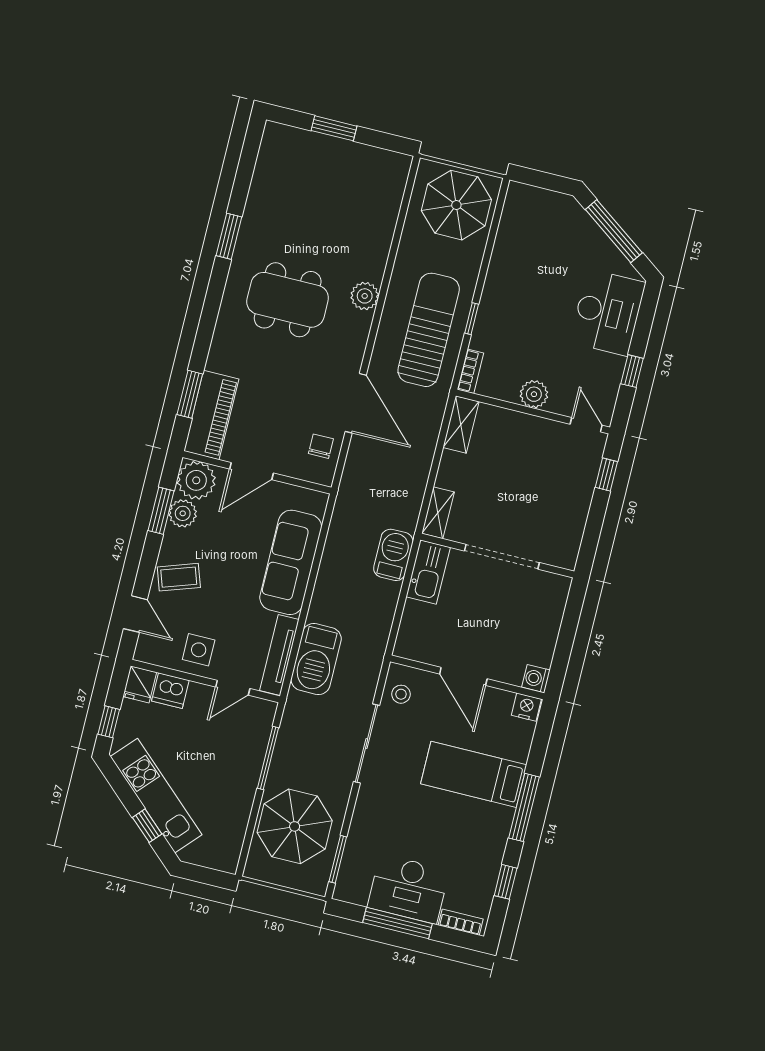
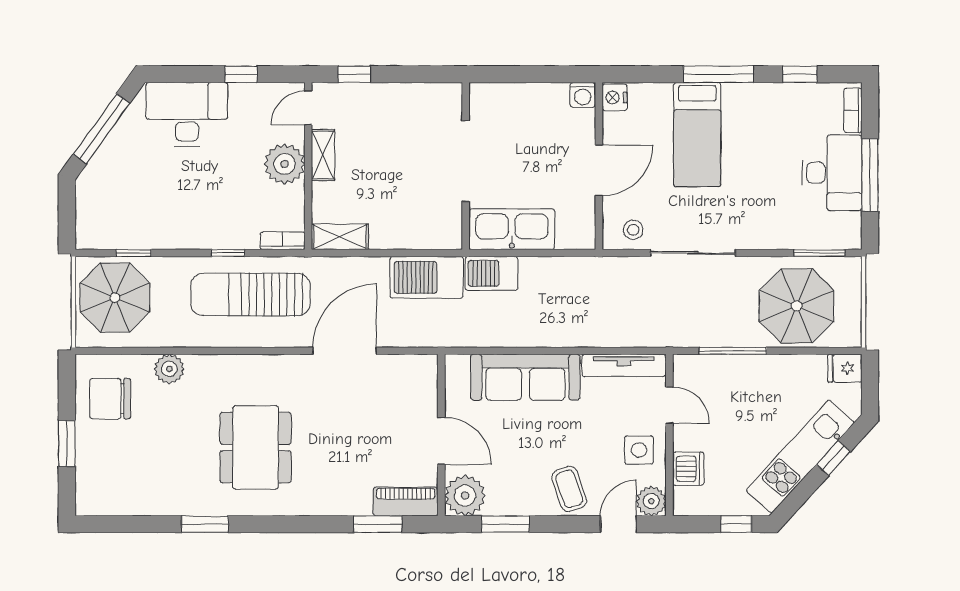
window: (493, 232) -> (134, 253), added
plant: (365, 296) -> (169, 369), moved
plant: (534, 394) -> (285, 164), width x1.36, depth x1.36
piano: (211, 415) -> (406, 502), width x0.73, depth x0.75
chair: (321, 446) -> (110, 399), moved, width x1.87, depth x1.87
plant: (183, 513) -> (651, 501), moved
shelving: (438, 513) -> (323, 155), moved, turned 90
kitchen sink: (428, 572) -> (512, 229), width x1.36, depth x1.24
barbecue: (316, 659) -> (427, 277), moved, turned 180
fridge: (140, 684) -> (845, 368), moved, turned 180

